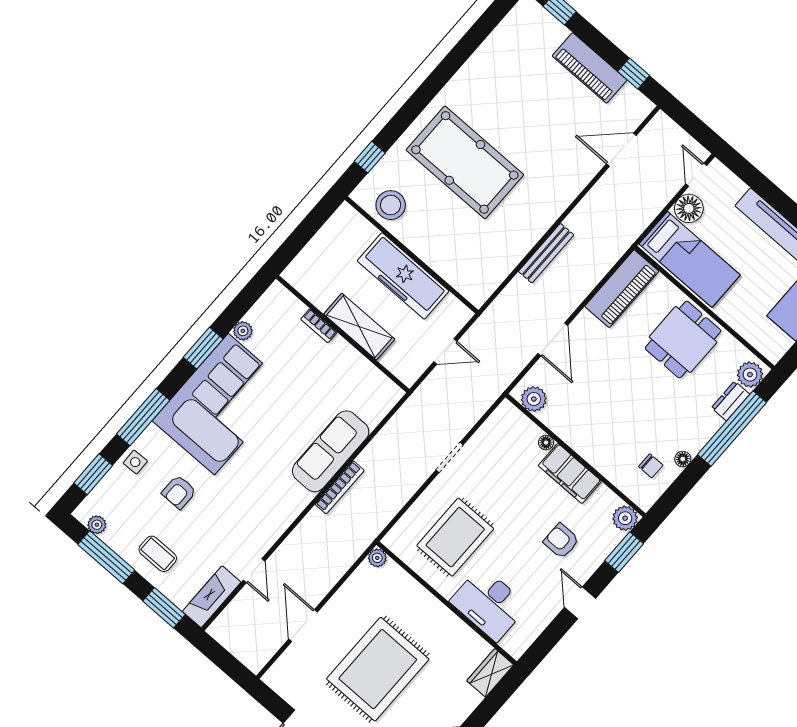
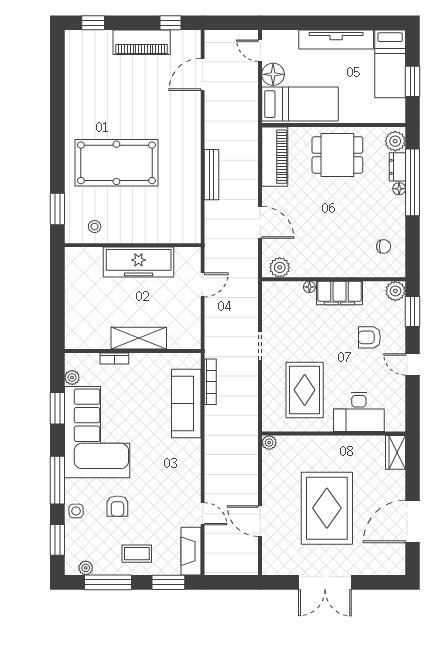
window: (370, 157) -> (57, 209), width x1.50
stool: (391, 205) -> (95, 227), width x0.53, depth x0.53
bookcase: (319, 326) -> (114, 358), moved
shelving: (359, 327) -> (139, 338), moved
wall: (343, 334) -> (133, 351), moved
dining table: (683, 339) -> (337, 155), turned 90
floor lamp: (683, 459) -> (399, 189), moved
bookcase: (340, 487) -> (210, 382), moved

